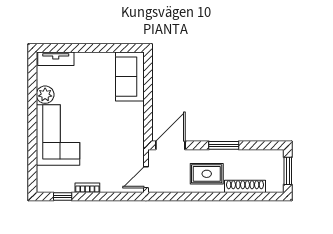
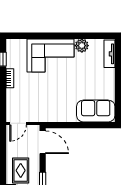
door: (146, 177) -> (18, 123), swing flipped

